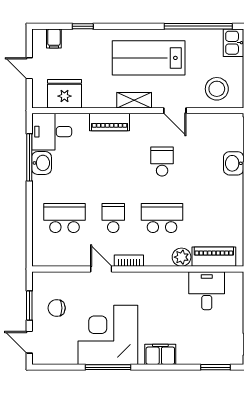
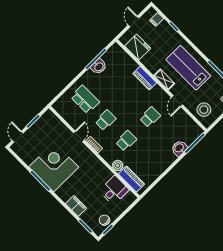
desk: (52, 132) -> (116, 58), removed
school desk: (162, 218) -> (126, 141), width x0.54
chair: (57, 308) -> (104, 220), moved
filing cabinet: (160, 354) -> (76, 206), moved

